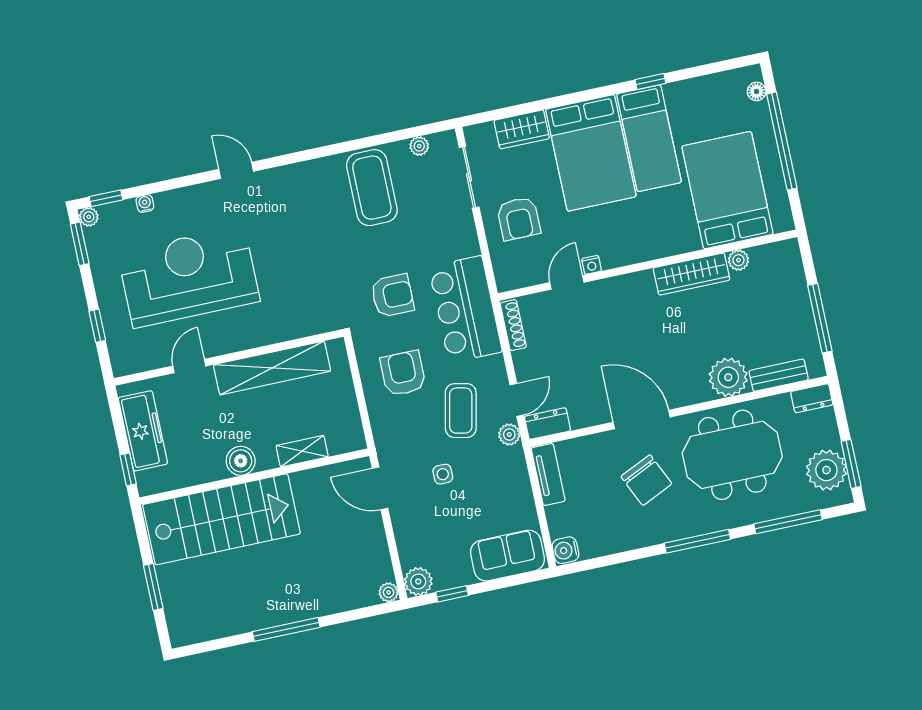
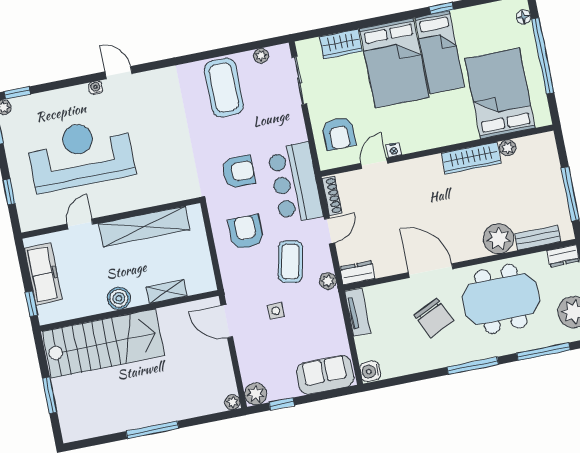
water cooler: (145, 203) -> (96, 88), moved
armchair: (519, 219) -> (339, 134), moved
door: (517, 400) -> (329, 231), moved

